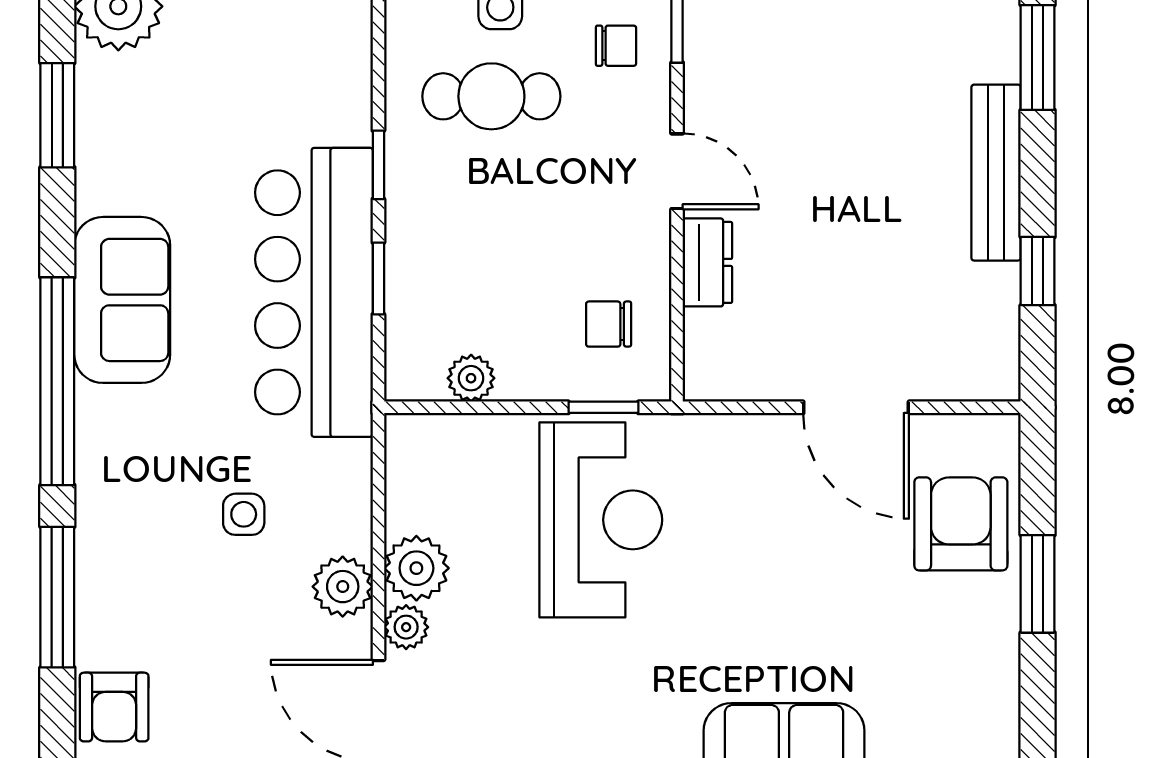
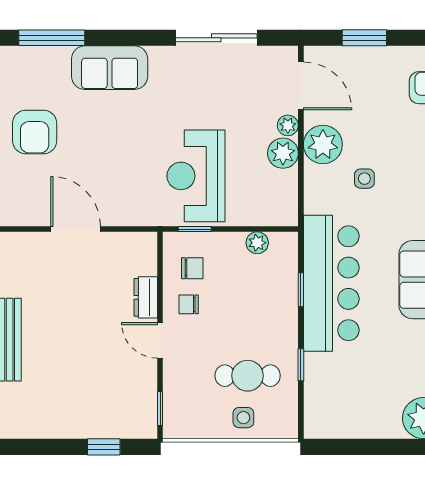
chair: (616, 46) -> (189, 304), moved
window: (378, 165) -> (301, 365), moved
armchair: (961, 524) -> (35, 132), moved
plant: (343, 587) -> (323, 144), width x1.36, depth x1.36

